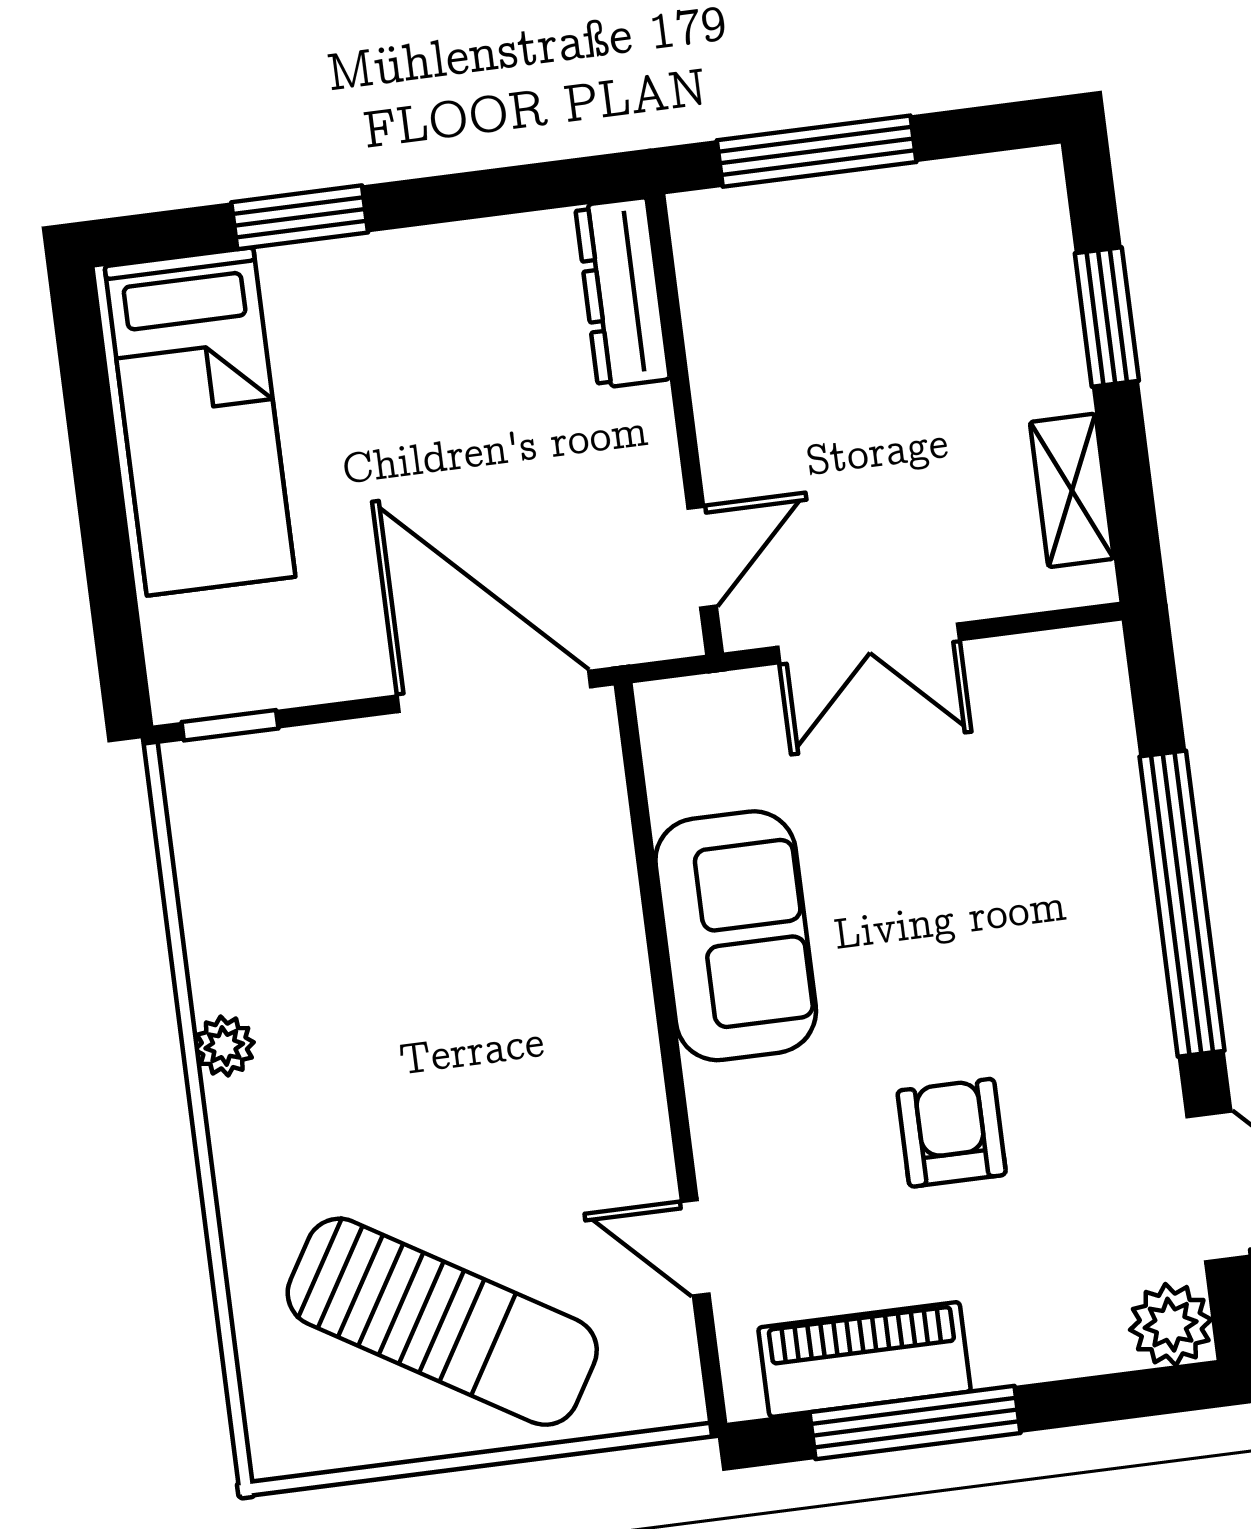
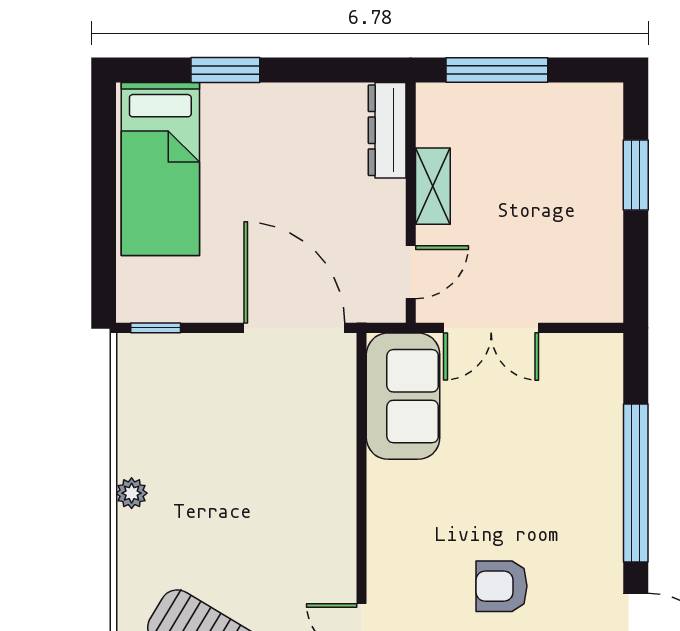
shelving: (1072, 490) -> (433, 186), moved
sofa: (736, 936) -> (403, 396), moved
armchair: (952, 1133) -> (502, 586), turned -90

